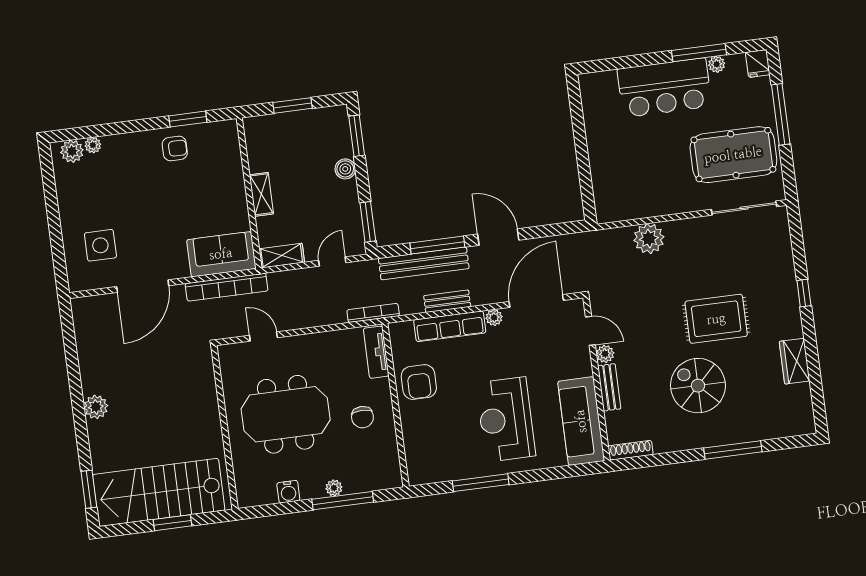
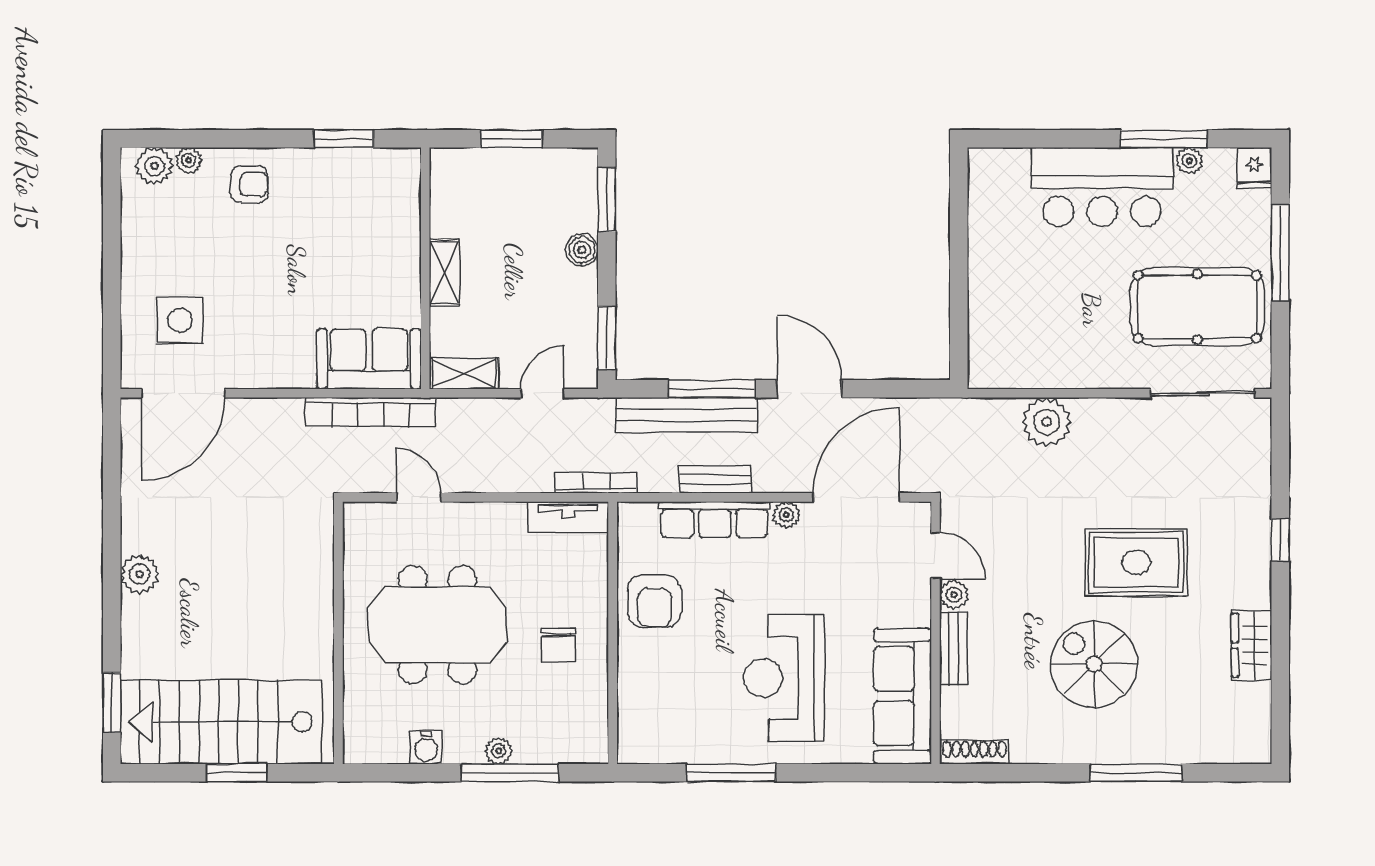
armchair: (175, 149) -> (249, 184), moved
door: (143, 286) -> (183, 393), moved
tv unit: (376, 352) -> (568, 517), moved, turned -90

